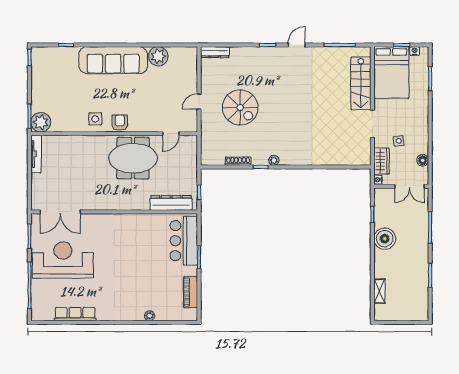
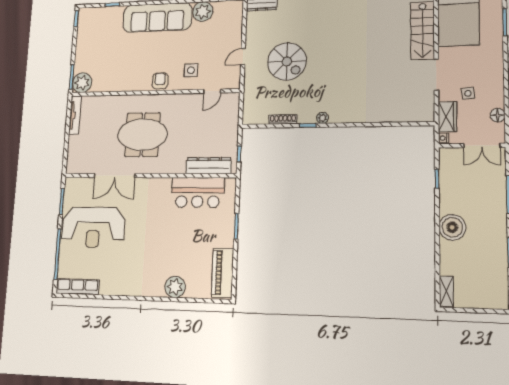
side table: (95, 119) -> (191, 70), moved
meeting table: (133, 158) -> (142, 135), moved
double door: (60, 212) -> (114, 176), moved
boiler: (385, 239) -> (452, 227), moved
bar counter: (184, 241) -> (198, 192), moved, turned -90
reception desk: (63, 260) -> (93, 227), turned 180
shelving: (379, 291) -> (446, 291), moved
piano: (190, 292) -> (223, 273), width x1.37, depth x1.33
row of seats: (75, 314) -> (78, 287), moved
plant: (150, 316) -> (175, 287), width x1.88, depth x1.88

